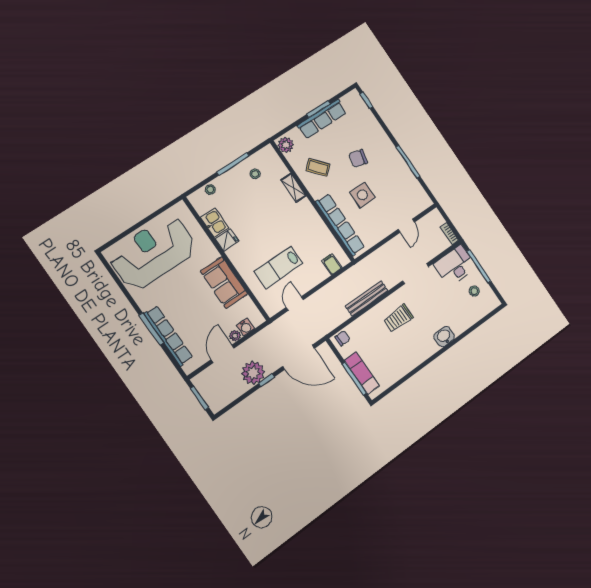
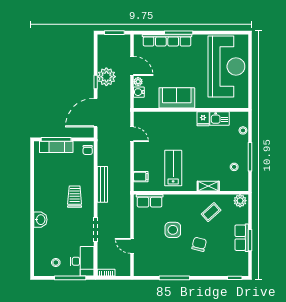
row of seats: (322, 119) -> (242, 238), width x0.68
row of seats: (340, 225) -> (150, 201), width x0.50
lab bench: (279, 267) -> (173, 168), moved

